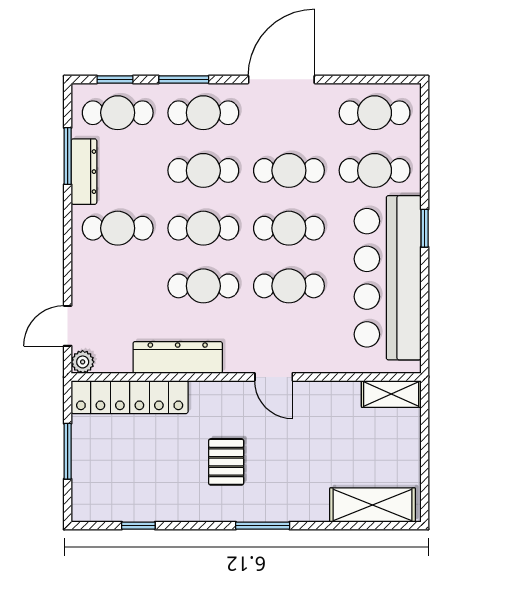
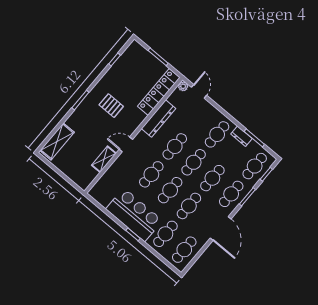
dresser: (84, 172) -> (241, 136), width x0.70
bar counter: (388, 278) -> (134, 215), width x0.73
shelving: (391, 394) -> (104, 159), moved

